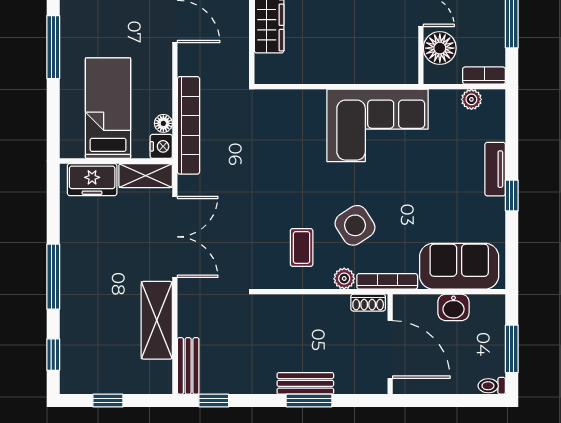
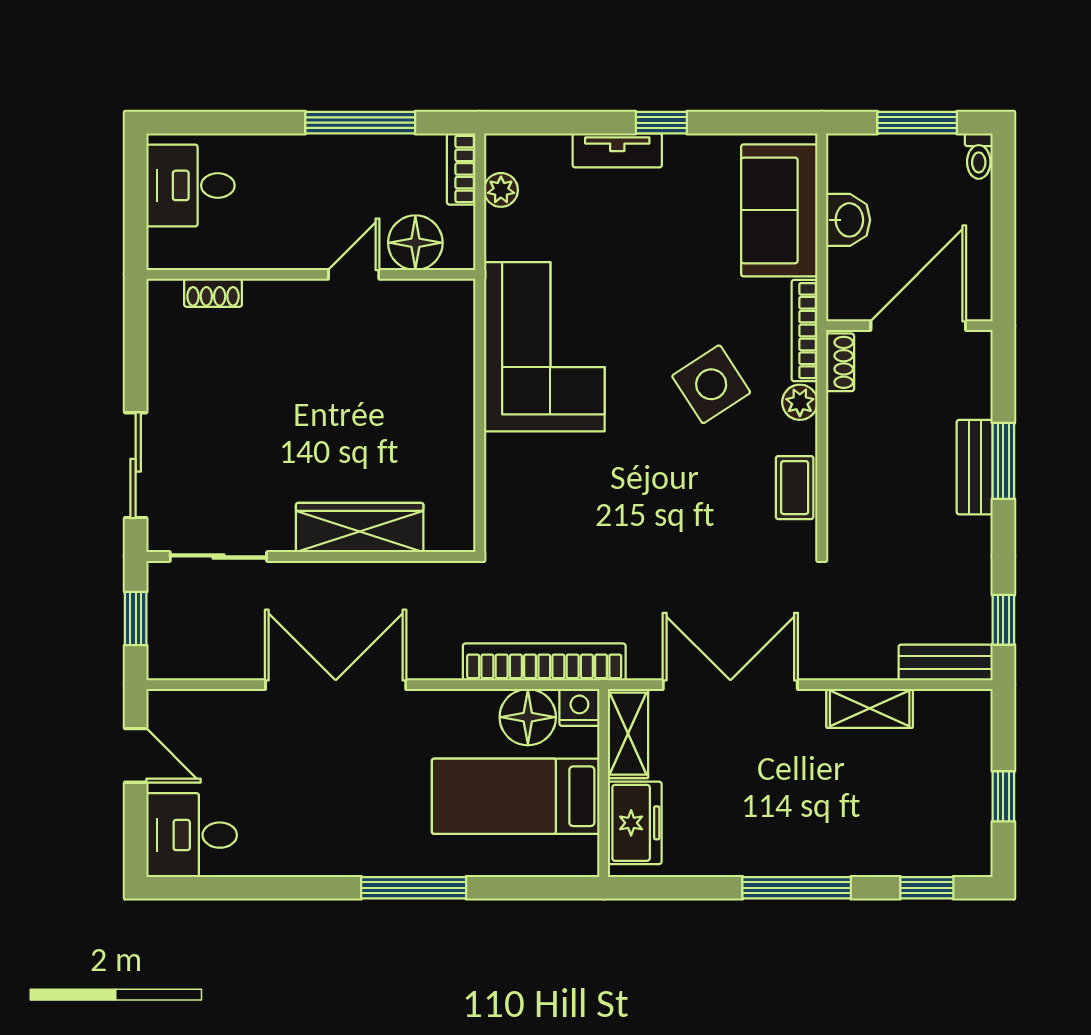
floor lamp: (163, 123) -> (528, 717), width x1.89, depth x1.89
coffee table: (302, 247) -> (795, 488), moved, turned 90
shelving: (157, 320) -> (870, 708), width x0.67, depth x0.75

